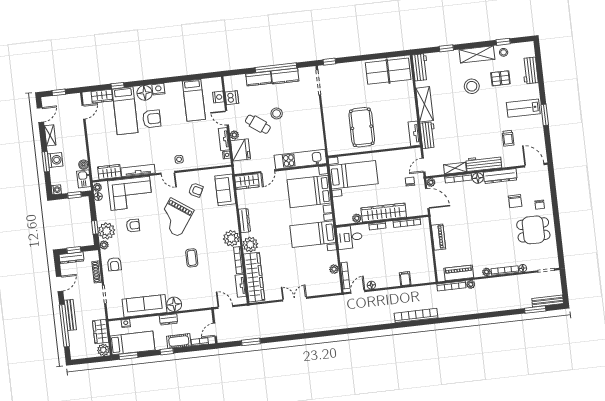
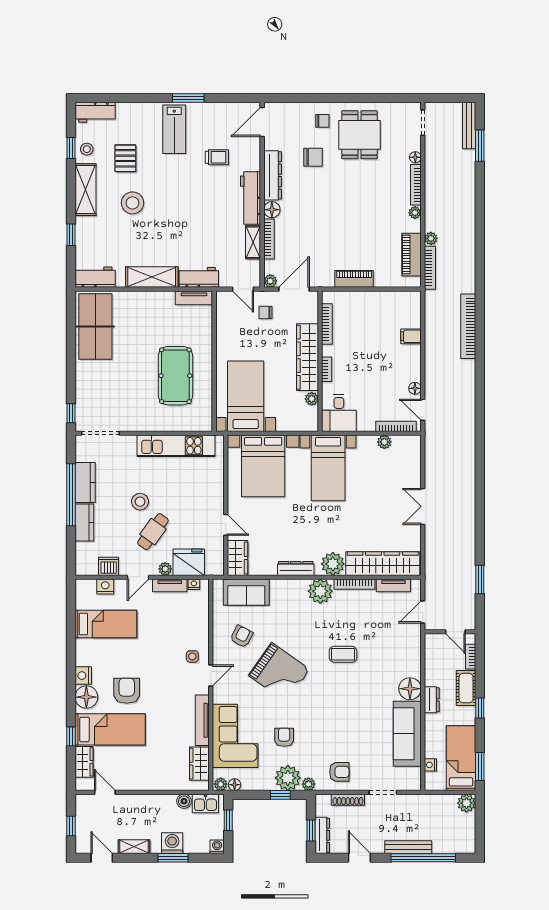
workbench: (530, 70) -> (95, 112), moved
pool table: (362, 127) -> (175, 376), turned 90
kitchen unit: (300, 159) -> (176, 446), moved, turned -90
wardrobe: (101, 332) -> (438, 804), removed

